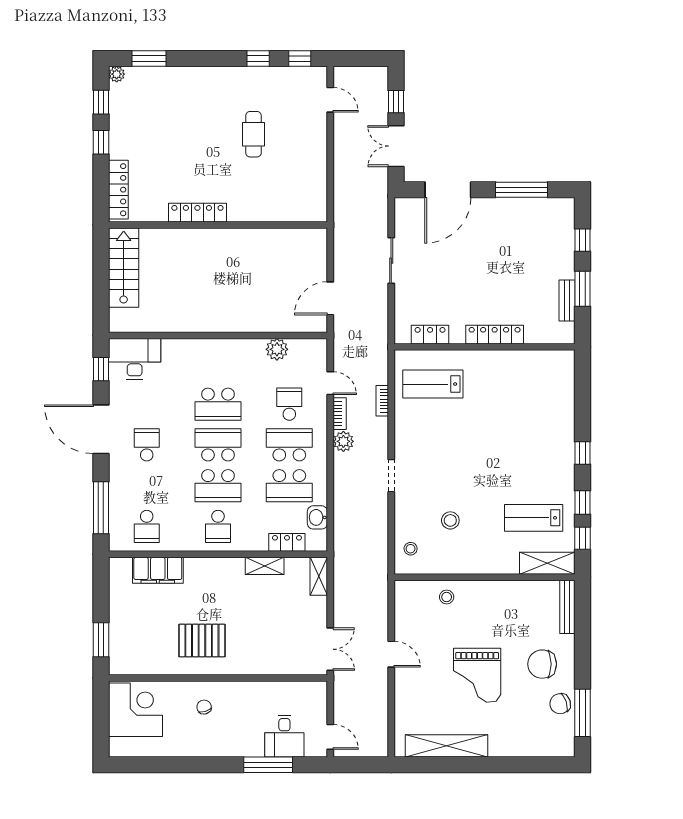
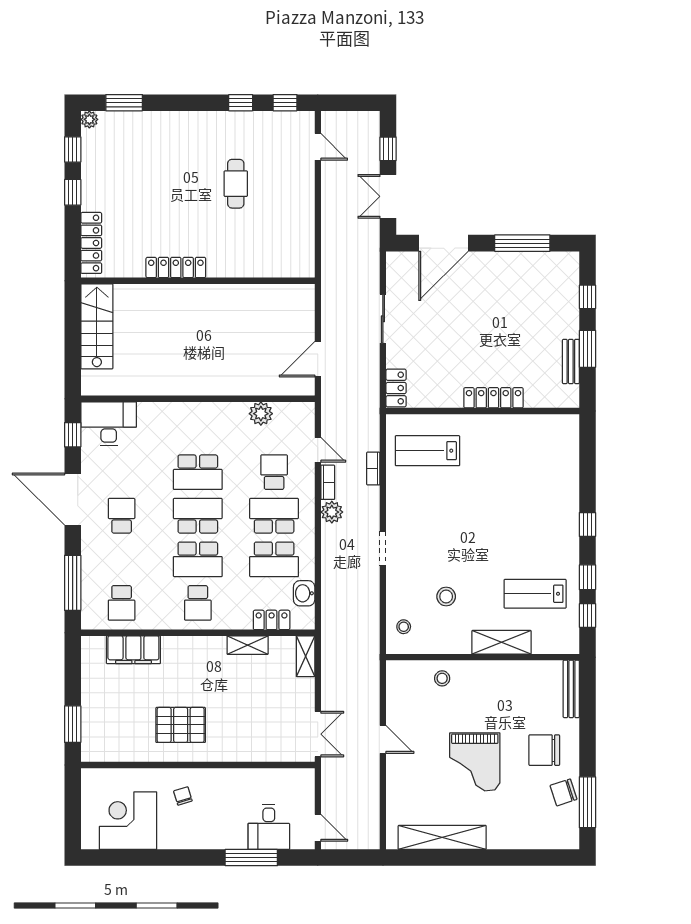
locker: (430, 335) -> (396, 388), moved, turned 90
shelving: (547, 563) -> (501, 642), moved
corner desk: (135, 710) -> (128, 821), moved, turned -90

